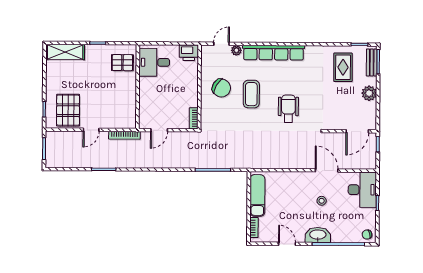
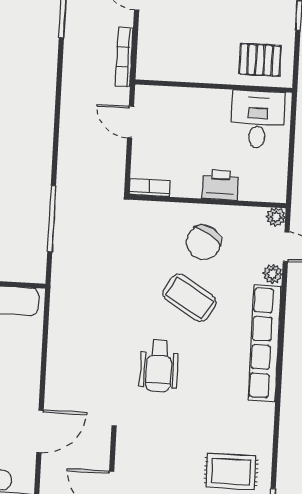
plant: (206, 50) -> (276, 217), added
printer: (189, 53) -> (220, 185), moved, turned 90
pallet: (122, 63) -> (260, 60), turned 90
coffee table: (251, 94) -> (189, 298), turned 31
wheelchair: (288, 109) -> (159, 366), turned 90

